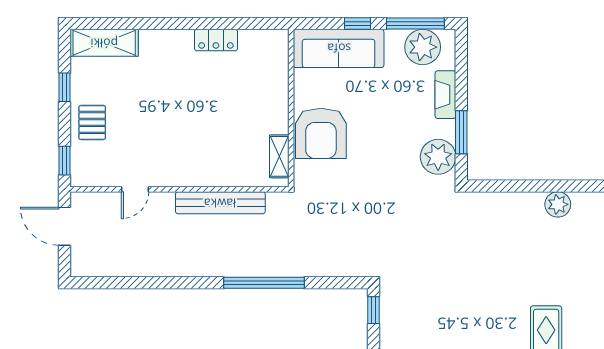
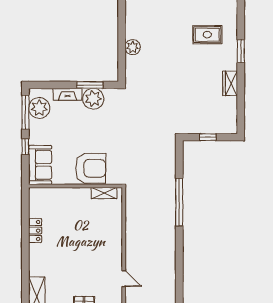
sofa: (339, 48) -> (40, 165), width x0.73
plant: (438, 157) -> (93, 99), moved
bench: (220, 203) -> (132, 228), removed
plant: (558, 204) -> (133, 47), moved
window: (373, 310) -> (208, 137), moved

